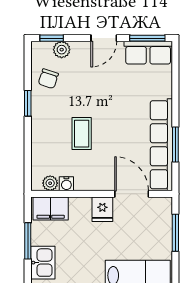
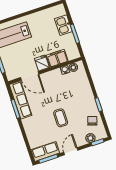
coffee table: (82, 134) -> (61, 118), moved
row of seats: (161, 145) -> (21, 100), width x0.73
filing cabinet: (51, 209) -> (57, 58), moved

